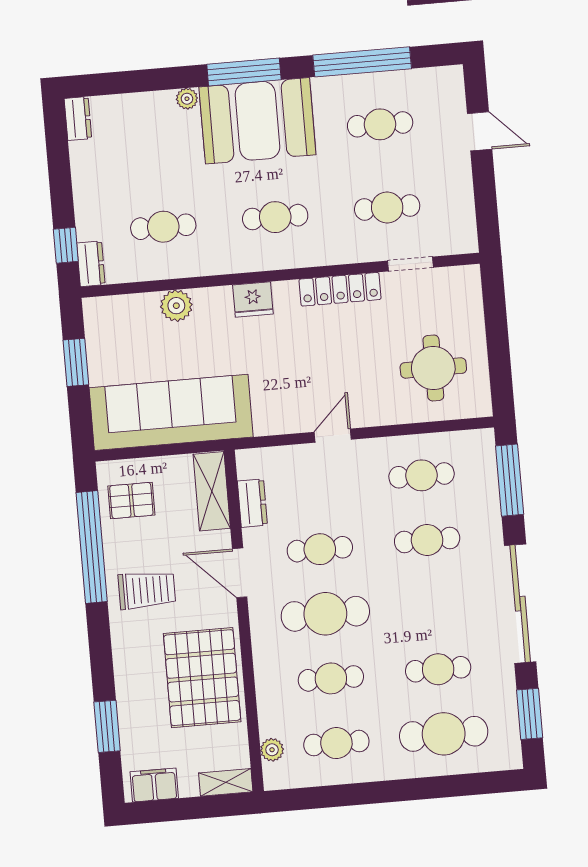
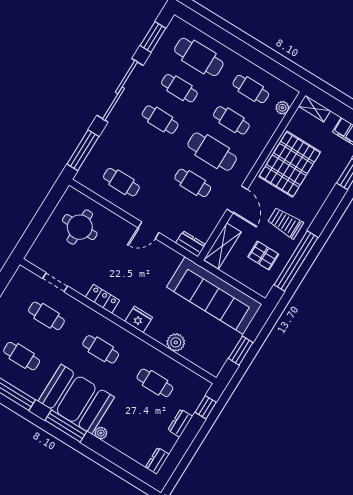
dresser: (91, 264) -> (180, 423), moved
locker: (340, 289) -> (103, 299), width x0.66
pallet: (131, 500) -> (263, 256), moved
dresser: (252, 503) -> (191, 244), moved, turned 90
cafe table: (427, 540) -> (160, 120), moved

